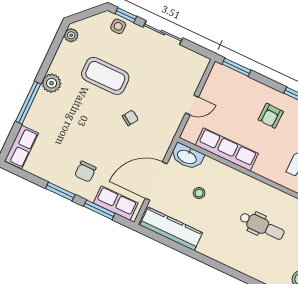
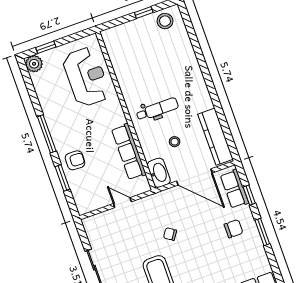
window: (236, 67) -> (62, 178), moved
armchair: (271, 116) -> (75, 160), moved
window: (99, 210) -> (249, 195), width x0.67
dental chair: (262, 226) -> (157, 109), moved, turned 90

